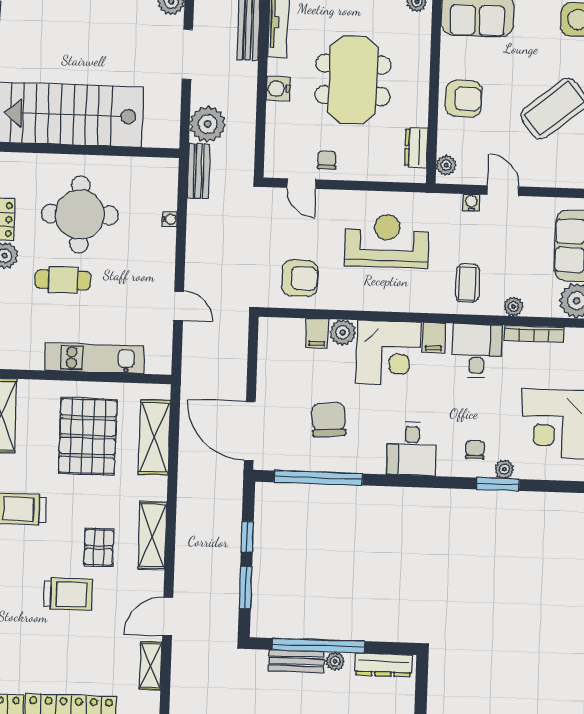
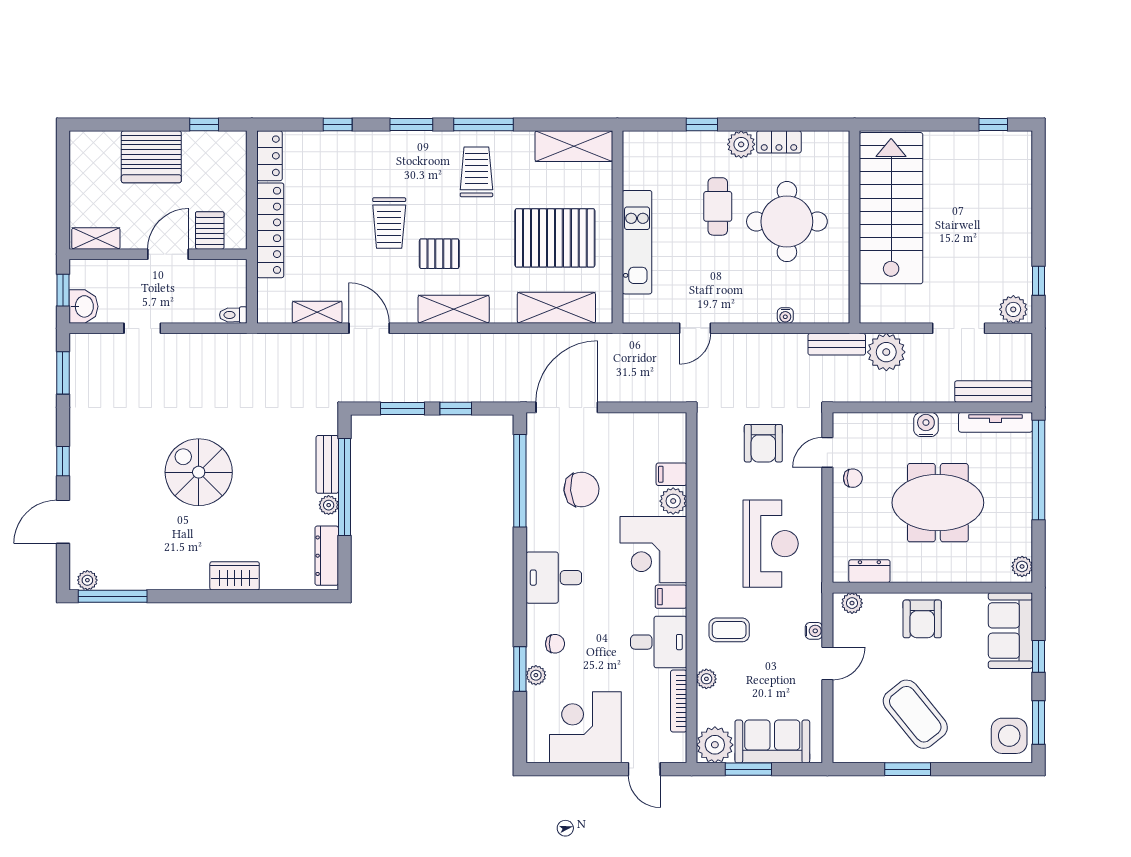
armchair: (300, 278) -> (763, 443), moved

